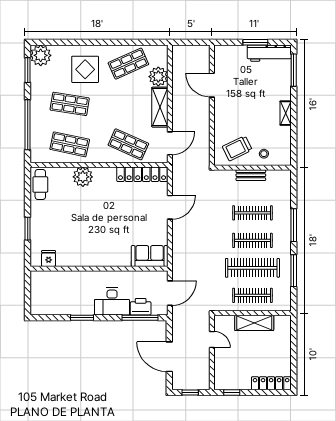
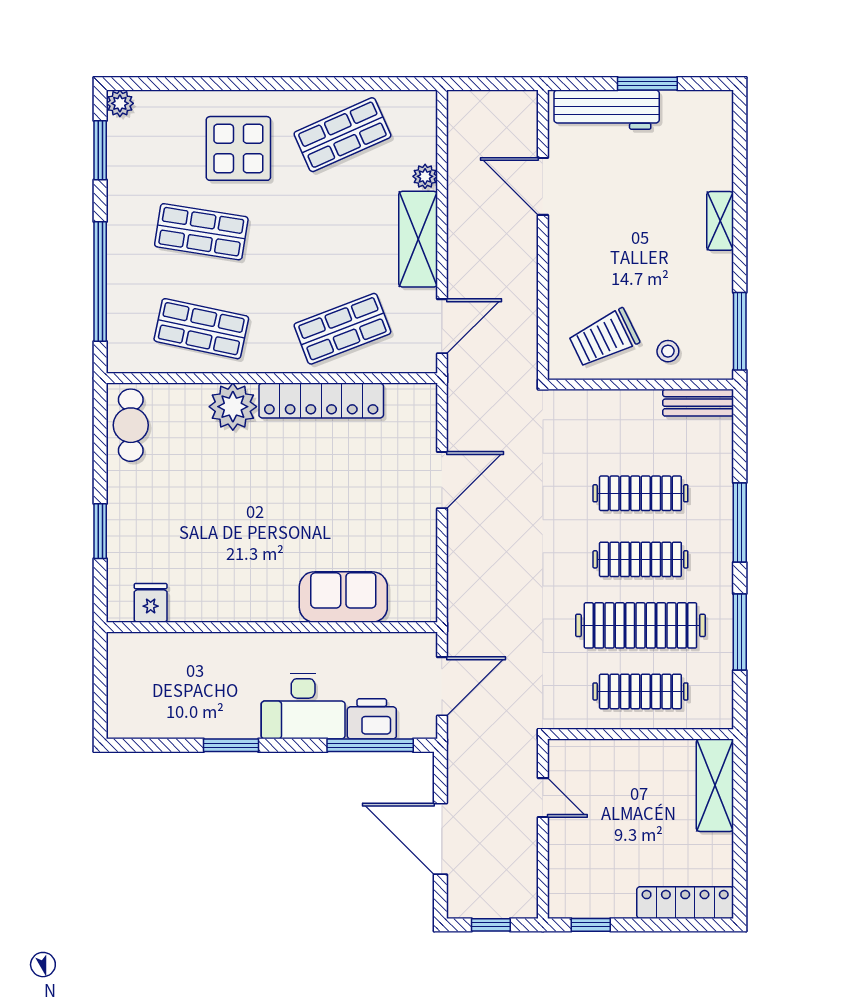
workbench: (269, 53) -> (607, 110), moved
plant: (41, 55) -> (120, 103), width x0.53, depth x0.53
window: (294, 70) -> (740, 331), moved
plant: (158, 77) -> (425, 176), width x0.53, depth x0.53
shelving: (286, 113) -> (720, 221), moved
shop shelf: (128, 144) -> (342, 329), turned -45
locker: (142, 174) -> (321, 401), moved
bench: (251, 175) -> (698, 403), moved
sofa: (150, 256) -> (343, 597), moved
shelving: (254, 323) -> (715, 785), moved, turned 90

